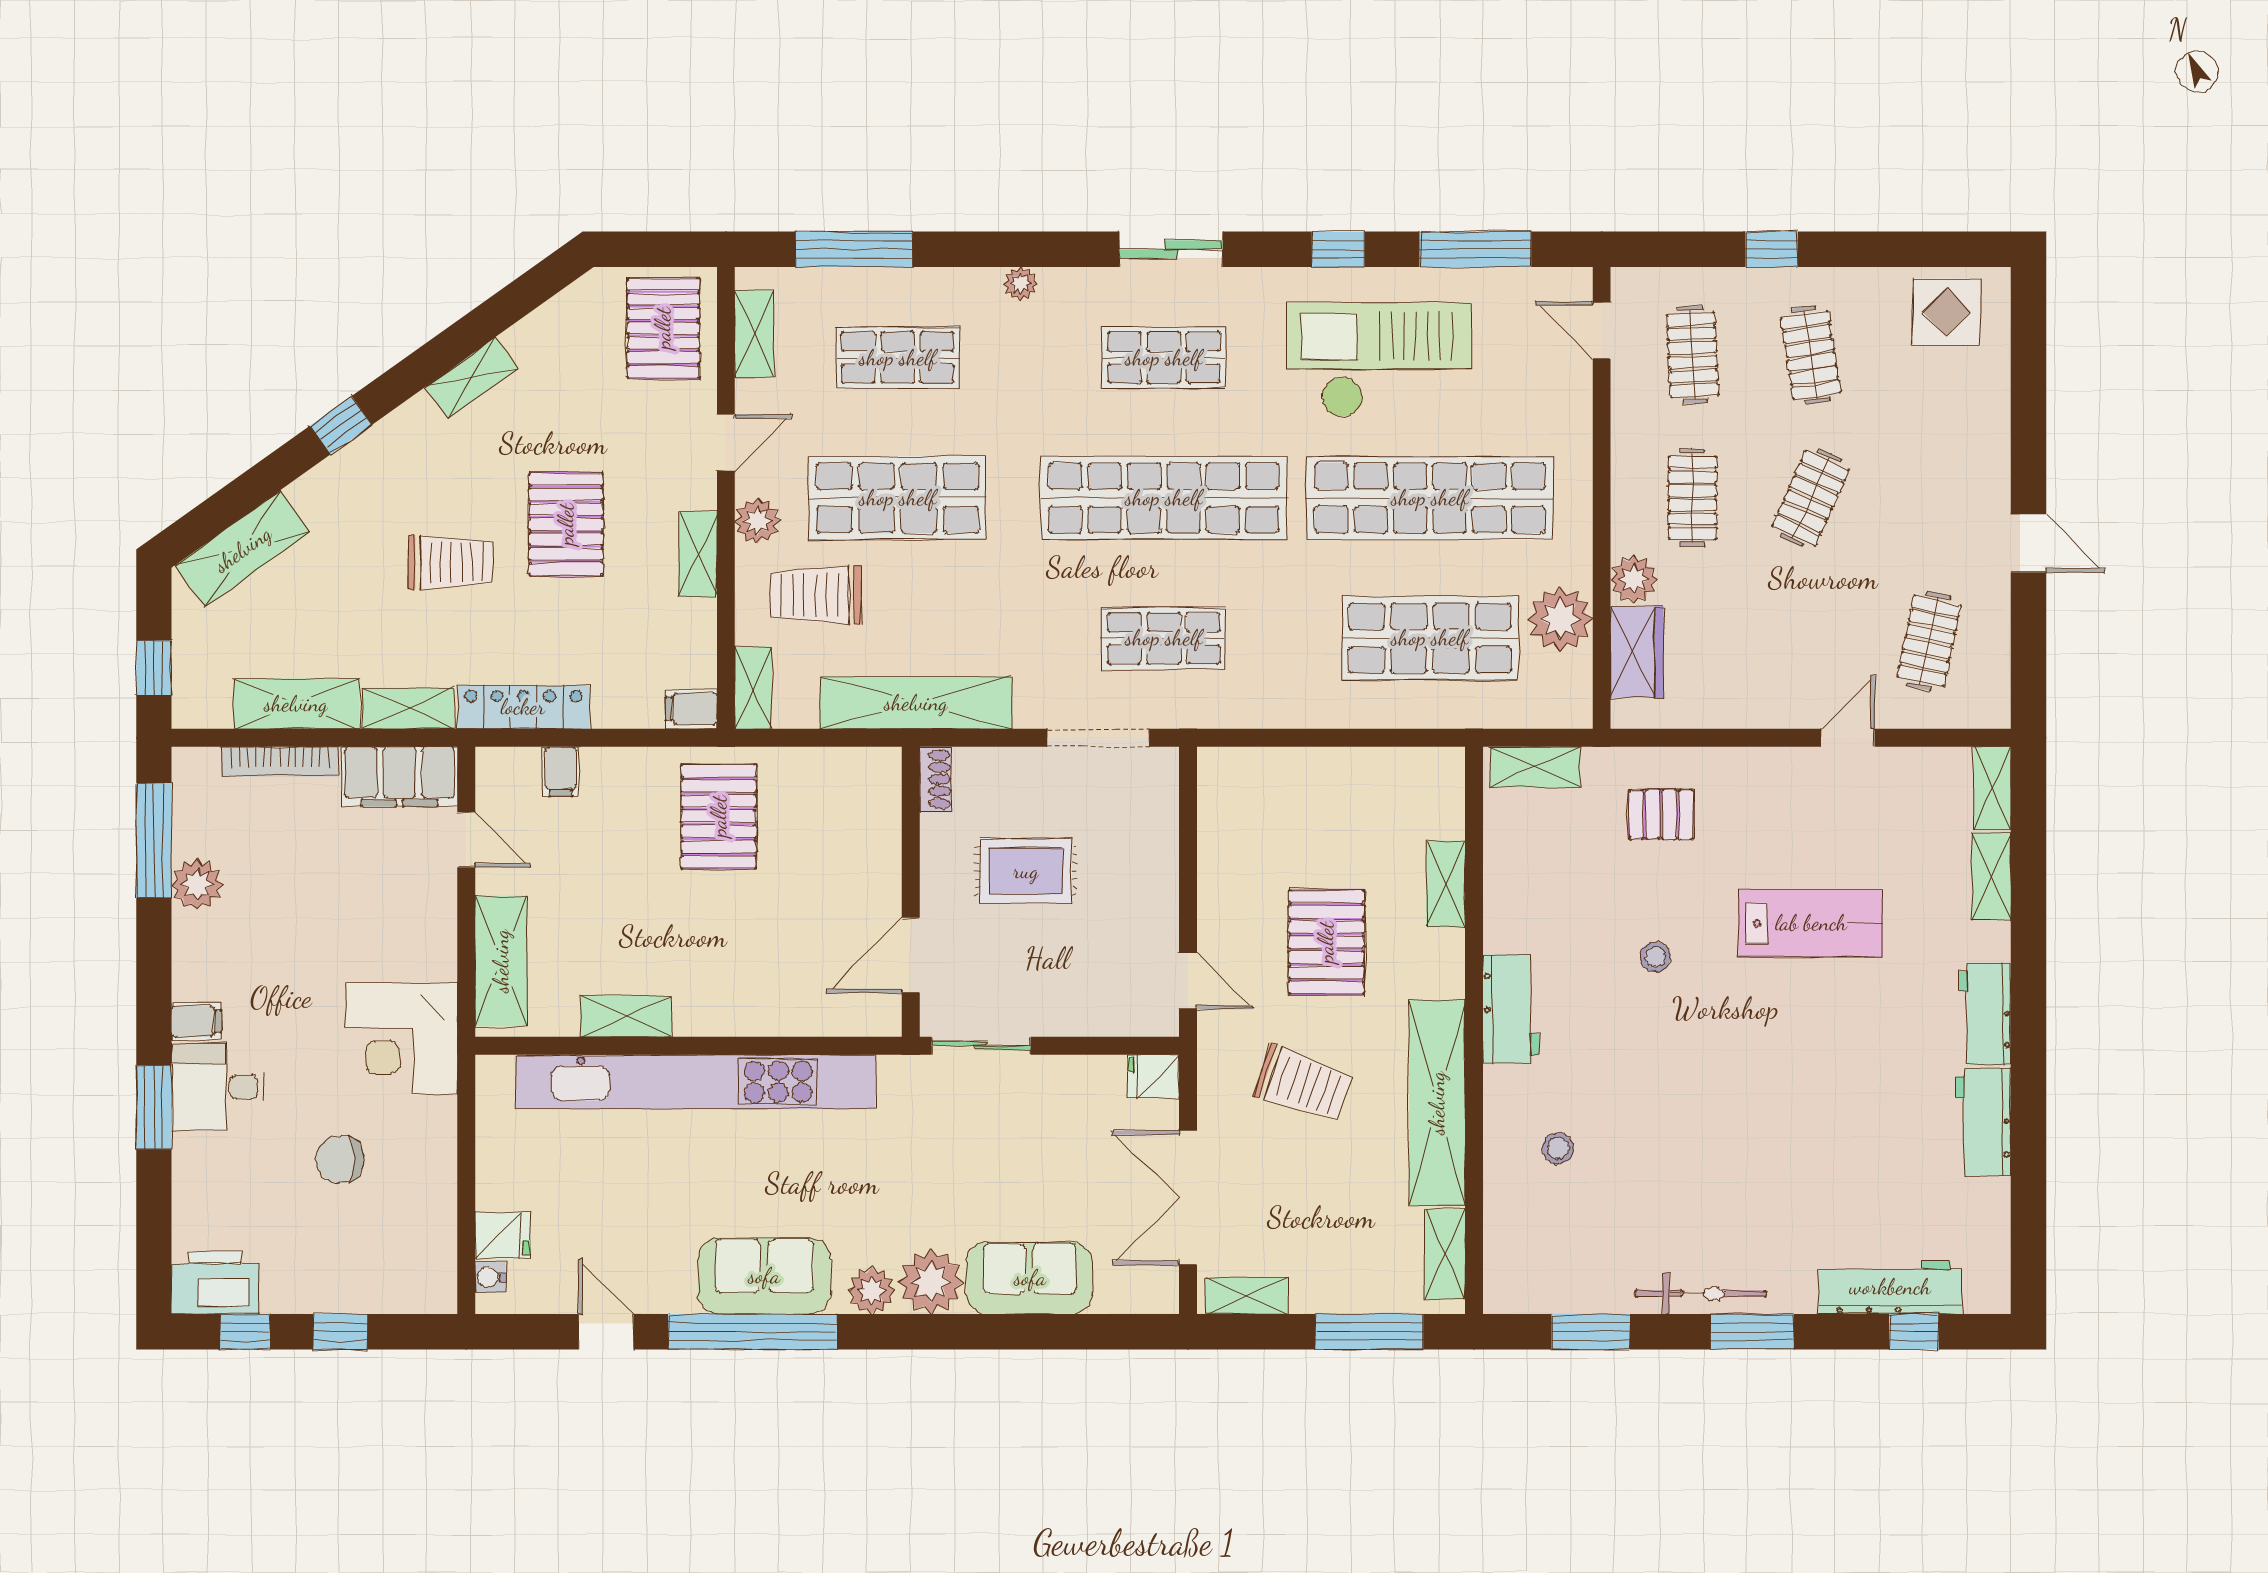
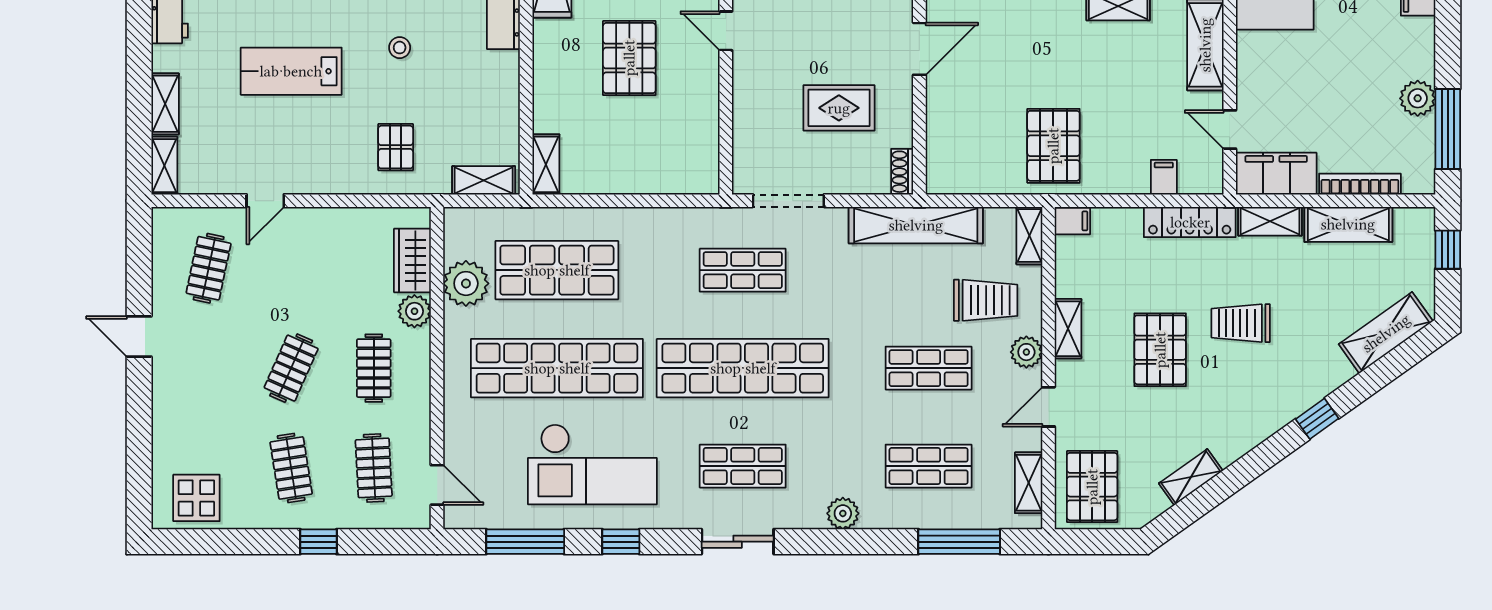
plant: (1020, 283) -> (843, 513), width x1.38, depth x1.38
shelving: (472, 378) -> (1191, 477), moved
shop shelf: (898, 498) -> (929, 368), width x0.70, depth x0.74
pallet: (1661, 814) -> (396, 147), turned 90
shelving: (1446, 884) -> (546, 164), moved

